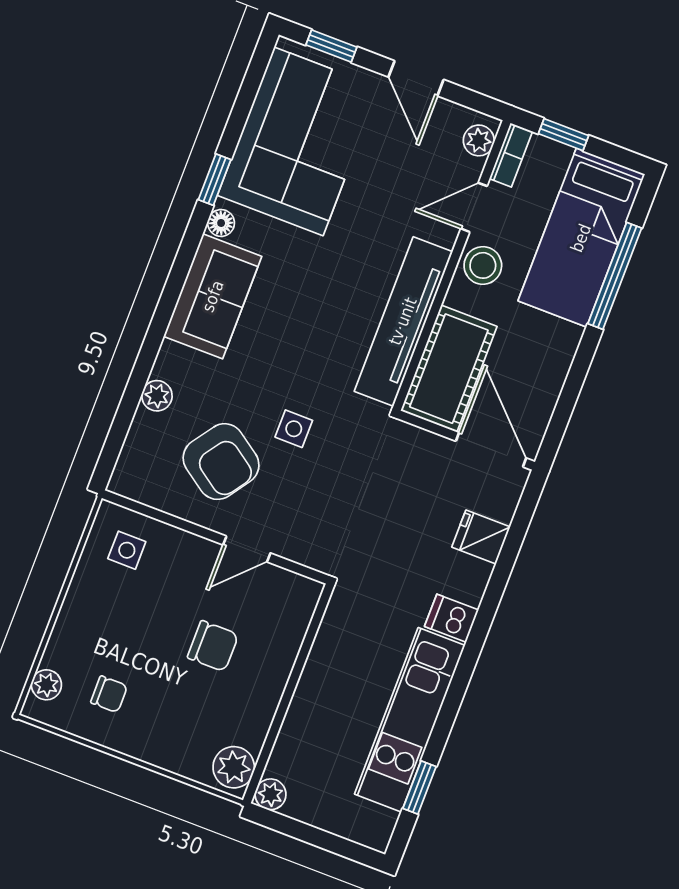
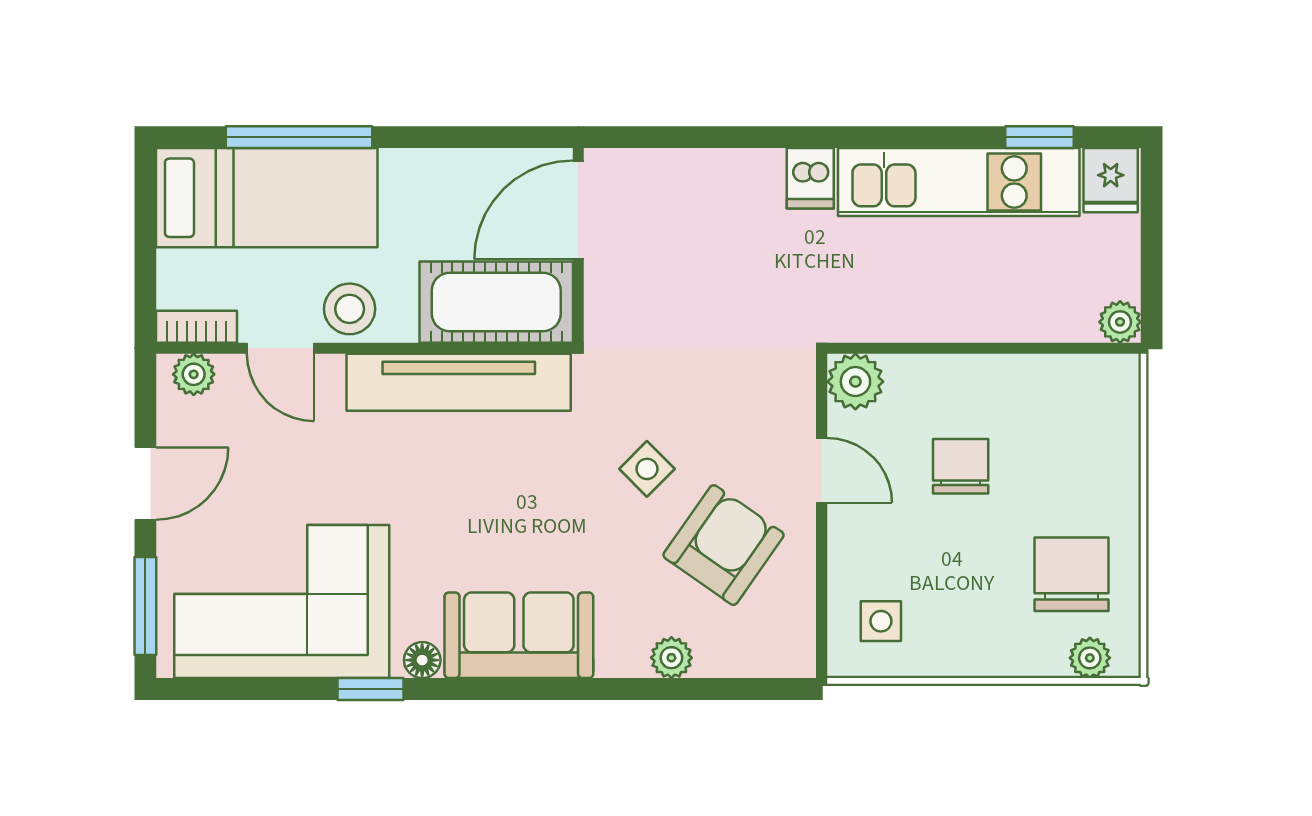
window: (331, 46) -> (145, 606), width x1.50
window: (563, 135) -> (145, 270), removed
side table: (294, 429) -> (647, 469), turned 45
fridge: (481, 537) -> (1111, 180), moved
chair: (109, 694) -> (1071, 574), width x1.87, depth x1.87
plant: (234, 767) -> (855, 382), moved

